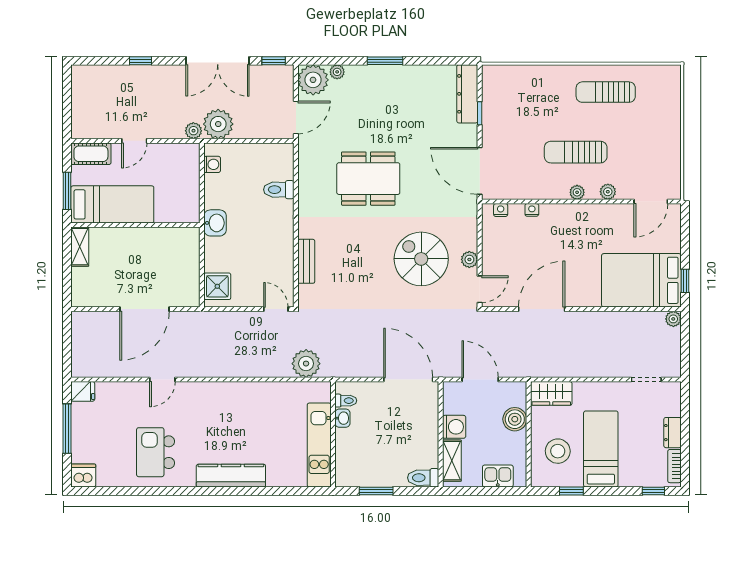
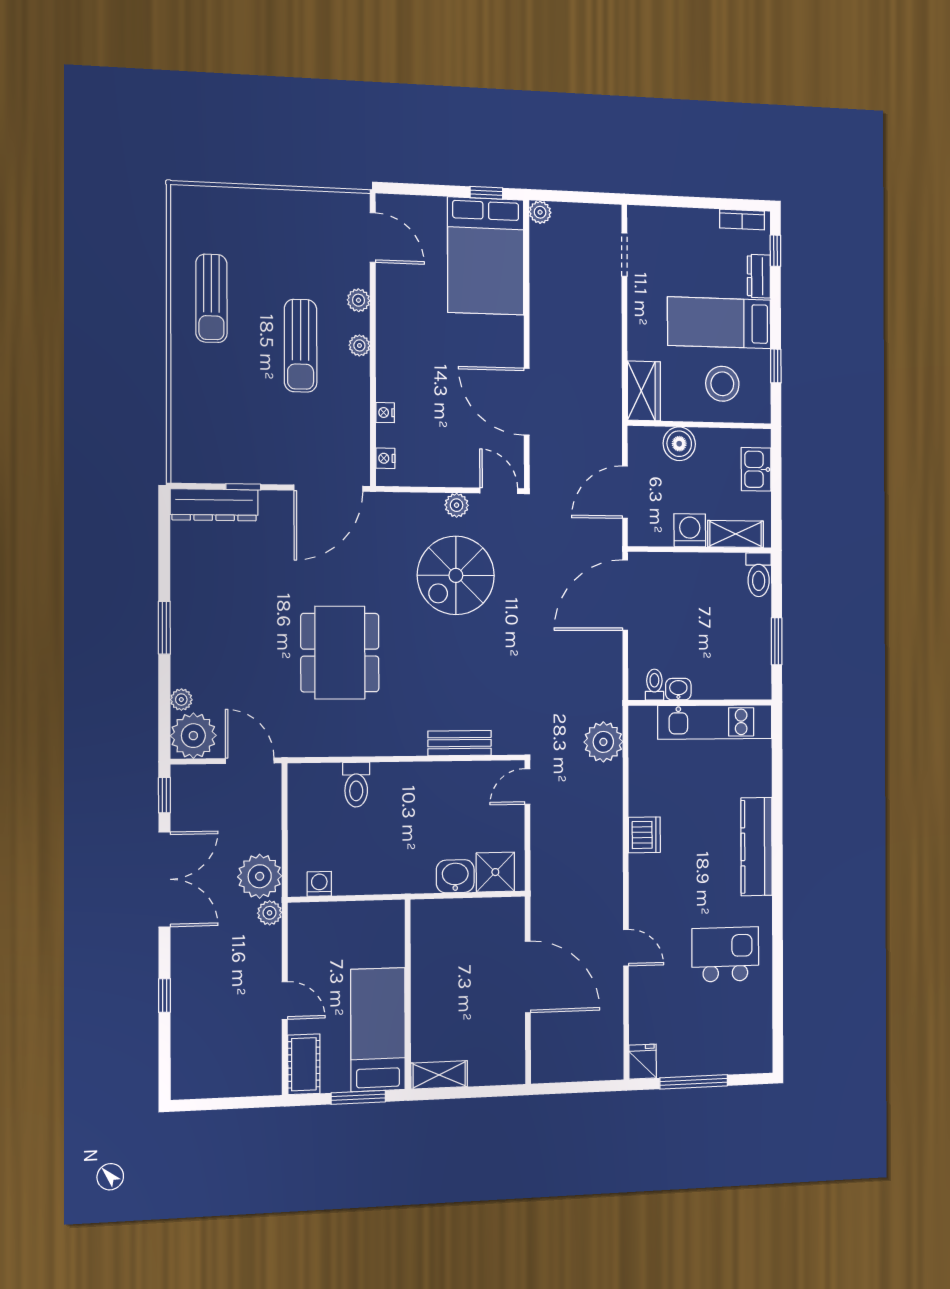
washbasin: (215, 223) -> (455, 876), moved
dresser: (673, 433) -> (759, 276), moved, turned 90
kitchen island: (156, 452) -> (725, 954), turned 180
dishwasher: (83, 475) -> (644, 835), moved, turned 180

